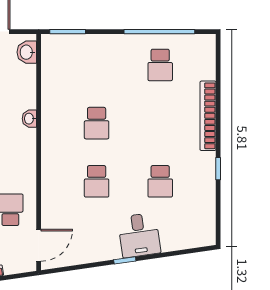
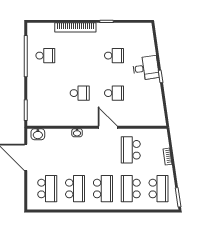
door: (39, 245) -> (108, 127), moved

